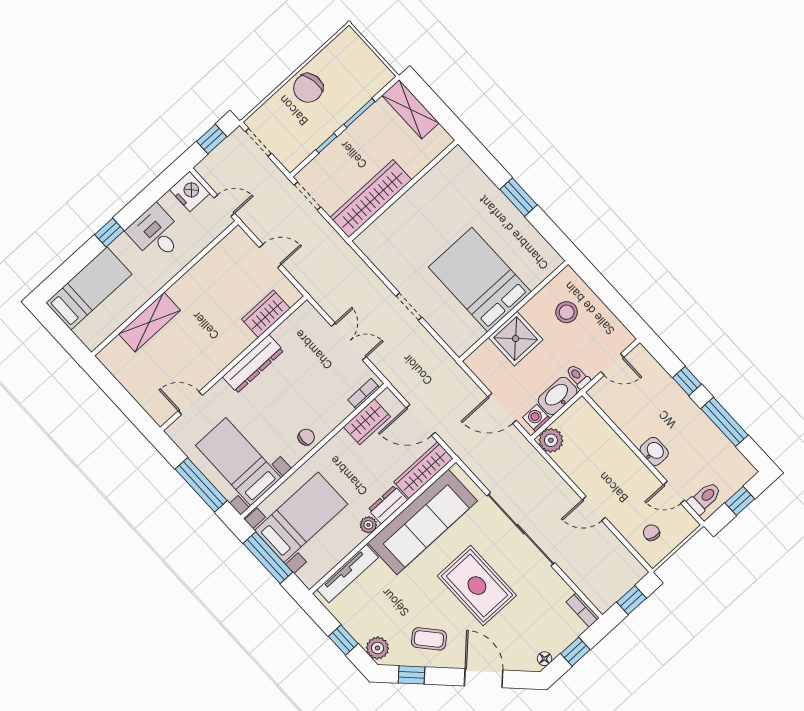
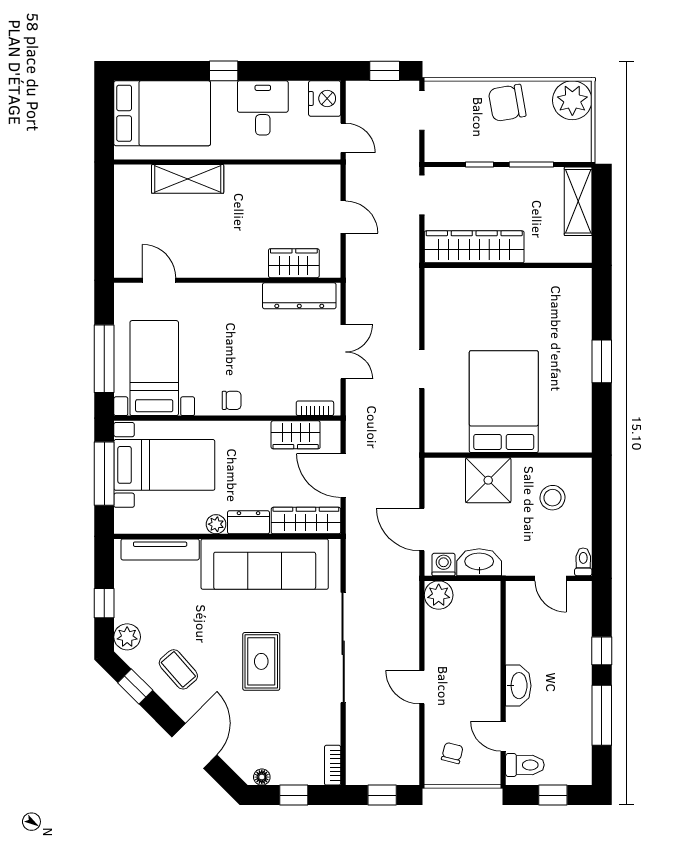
plant: (348, 48) -> (572, 100), added
bed: (89, 288) -> (162, 113), width x1.50
dresser: (253, 364) -> (299, 296), moved
toilet: (578, 377) -> (583, 562), moved
washbasin: (654, 451) -> (518, 686), width x1.38
rug: (477, 586) -> (261, 661), width x0.73, depth x0.70

